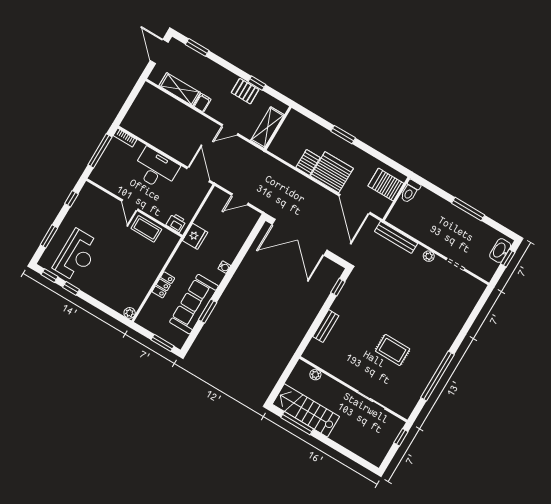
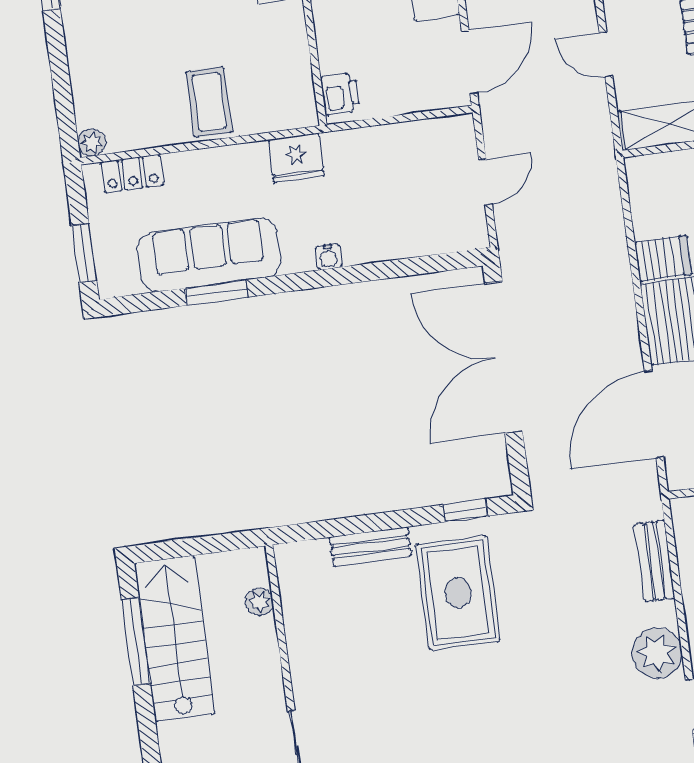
door: (240, 199) -> (485, 182), swing flipped
coffee table: (146, 229) -> (209, 102), moved
fridge: (195, 236) -> (296, 158), moved
bench: (396, 237) -> (655, 561), width x0.73
plant: (429, 256) -> (657, 653), width x1.88, depth x1.88
locker: (163, 285) -> (132, 174), moved
rug: (393, 350) -> (458, 593), moved, width x1.36, depth x1.43

